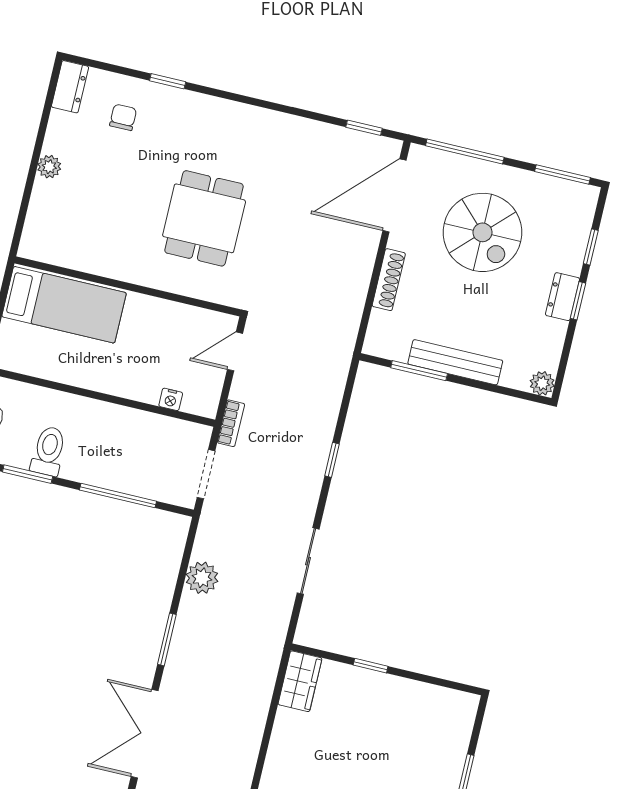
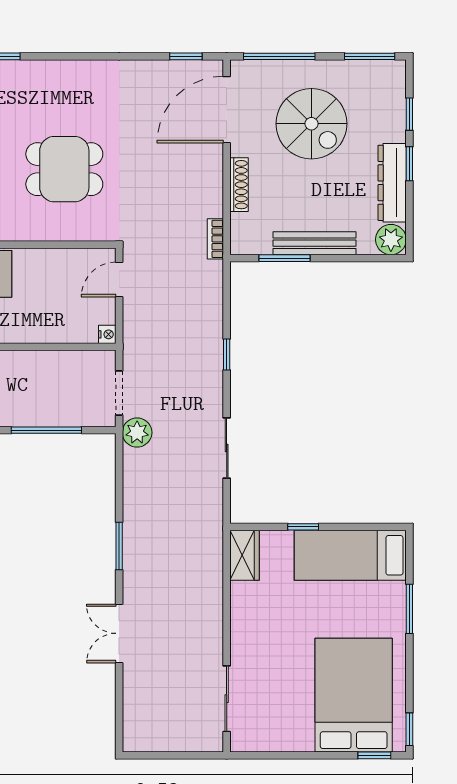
dining table: (204, 218) -> (64, 169), turned 90
dresser: (562, 297) -> (392, 183), width x1.96, depth x1.24
plant: (542, 383) -> (391, 240), width x1.38, depth x1.38
nightstand: (171, 399) -> (107, 334), moved, turned -90
bookcase: (231, 423) -> (215, 239), moved, turned 180
plant: (202, 578) -> (137, 433), moved
bed: (414, 708) -> (350, 555), added
double door: (145, 734) -> (119, 633), width x0.73

